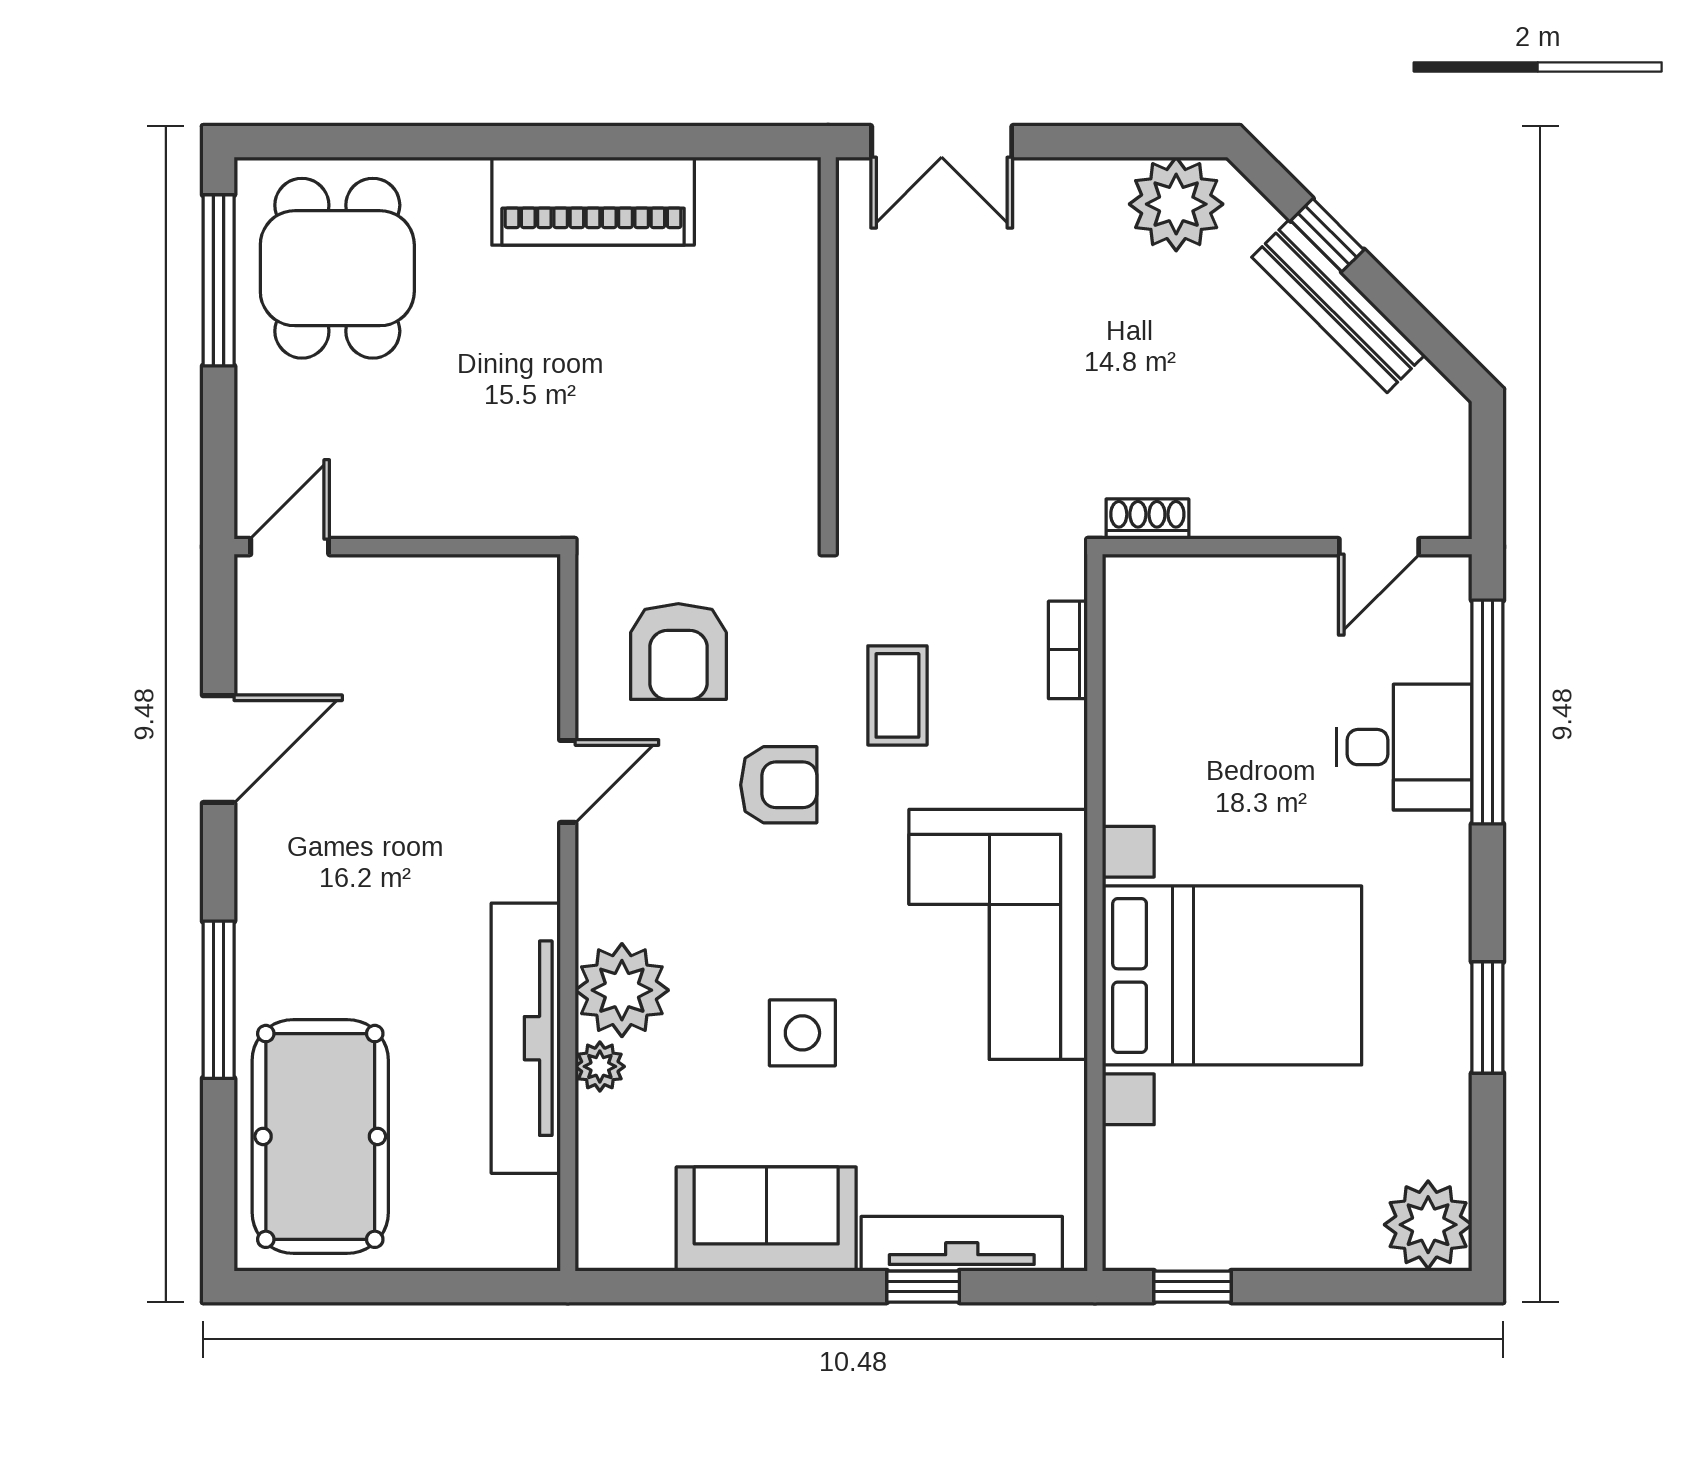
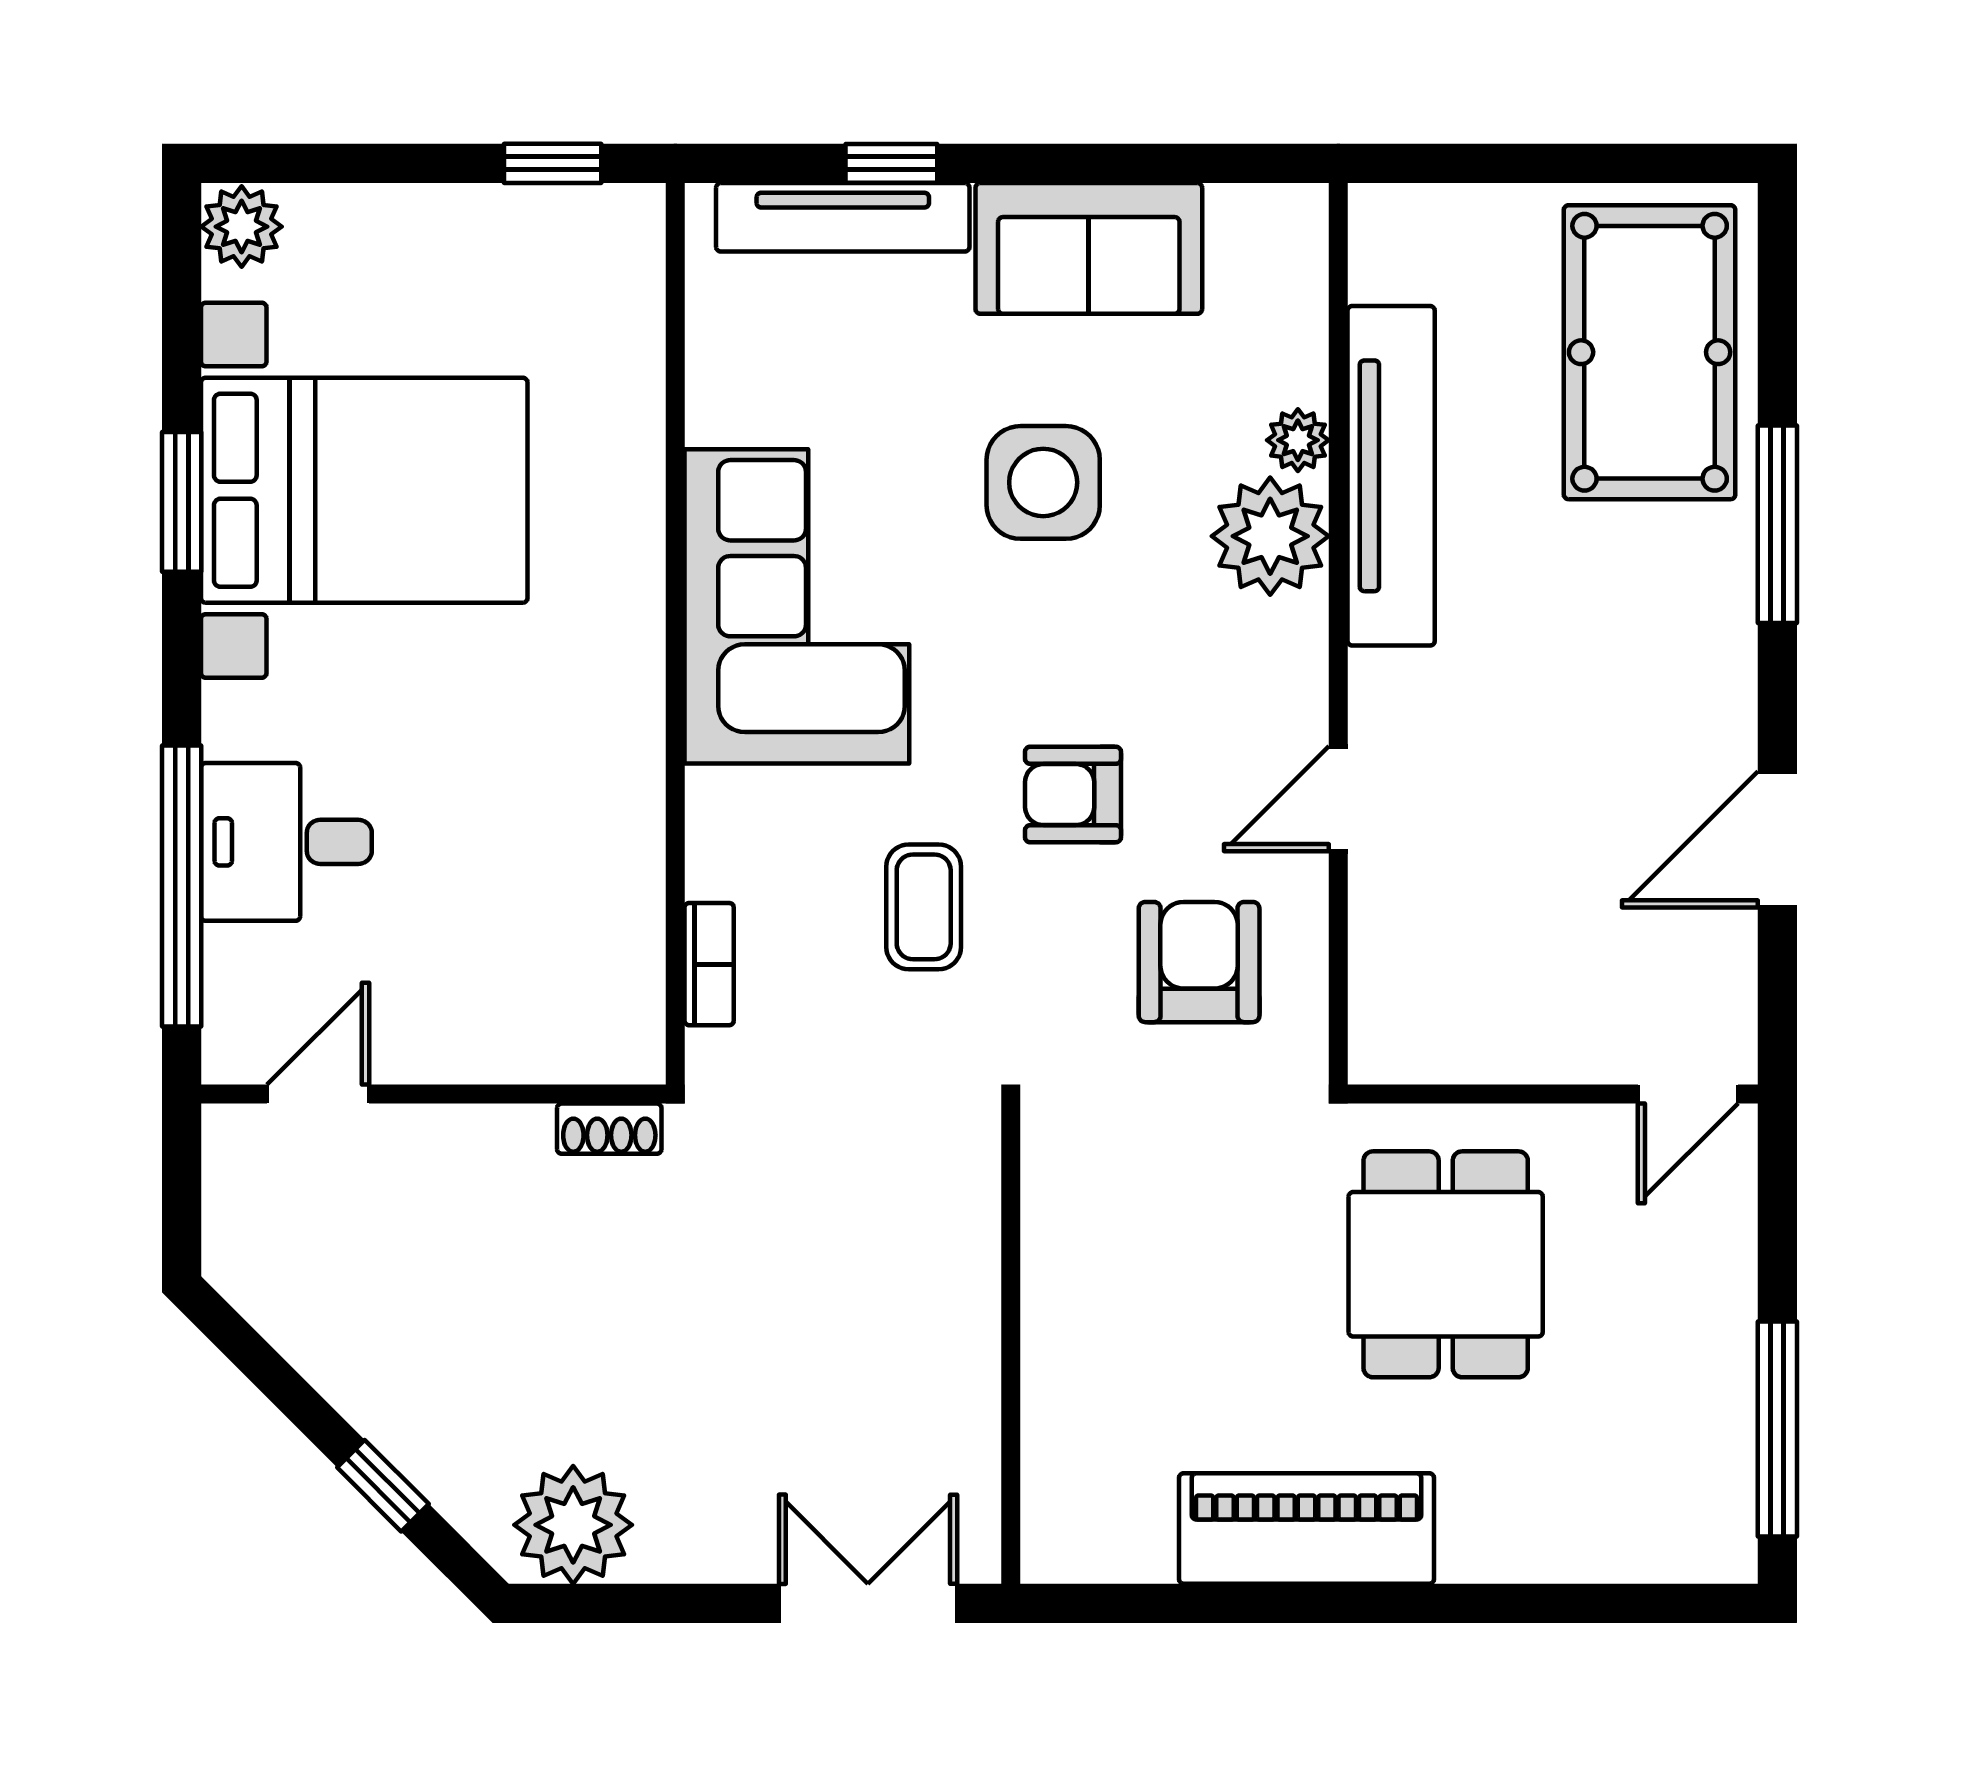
dining table: (337, 268) -> (1446, 1264), moved
bench: (1338, 306) -> (369, 1397), removed
bed with nightstands: (1232, 975) -> (364, 490), moved, turned 180
side table: (802, 1033) -> (1043, 482), width x1.37, depth x1.37
plant: (1428, 1225) -> (242, 227), width x0.73, depth x0.73

